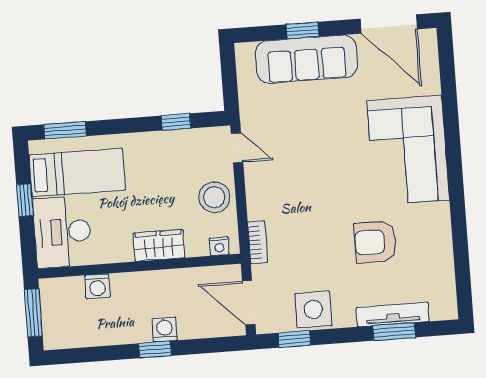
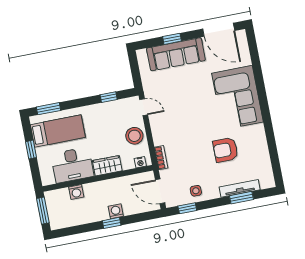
desk: (62, 232) -> (72, 165), moved, turned -90
side table: (313, 309) -> (196, 191), width x0.54, depth x0.54

